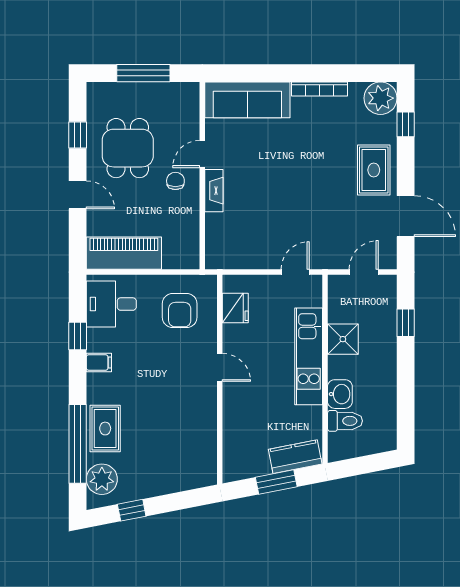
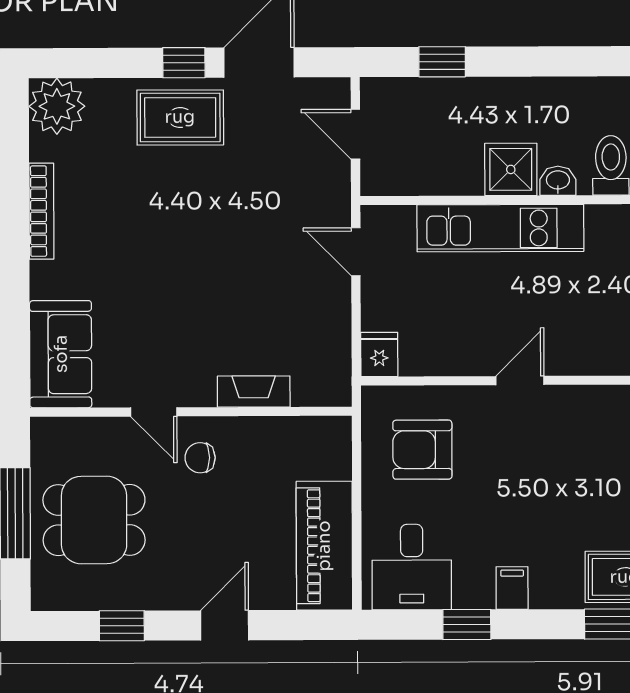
sofa: (247, 100) -> (61, 354), width x0.73
window: (406, 124) -> (184, 63), moved
dining table: (128, 148) -> (94, 520), moved
fireplace: (214, 191) -> (254, 392), moved
fridge: (235, 308) -> (379, 354), moved, width x0.72
armchair: (180, 310) -> (422, 450), turned 180
shower: (343, 339) -> (511, 169), moved
washbasin: (340, 394) -> (558, 181), width x0.72, depth x0.69

